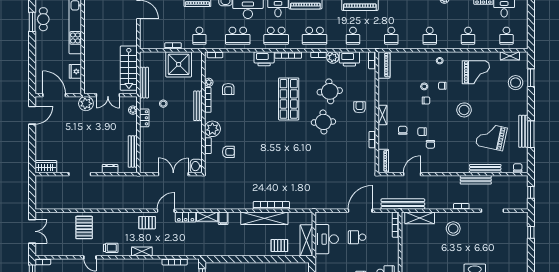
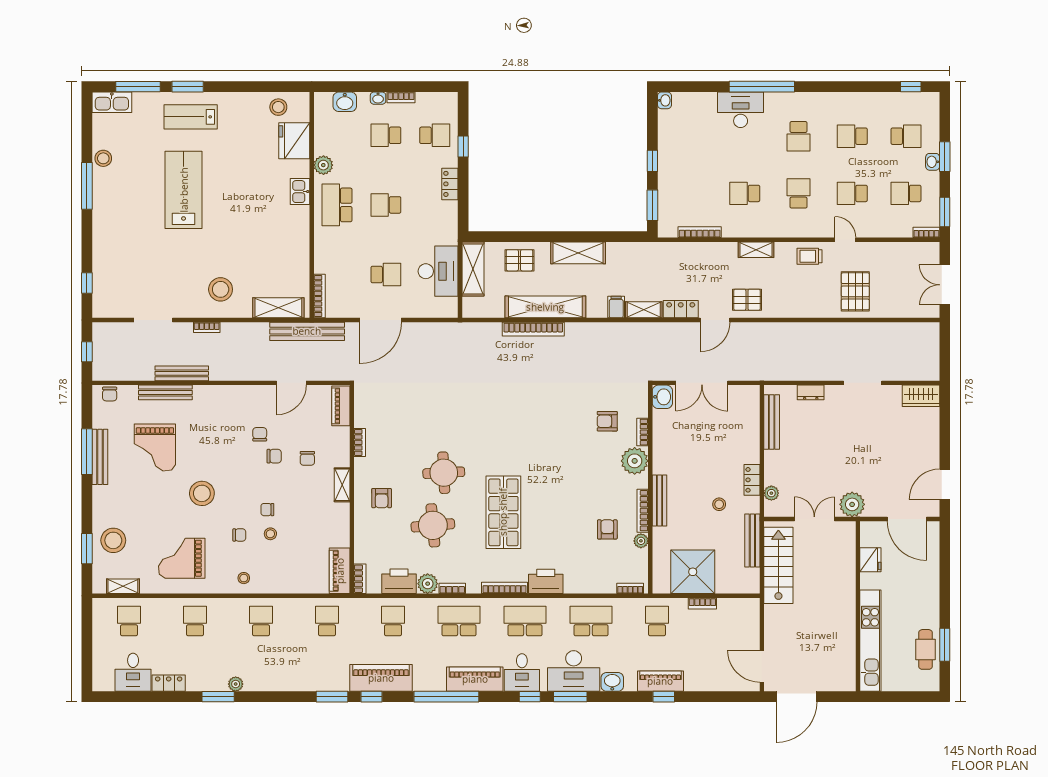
grand piano: (491, 137) -> (155, 448), turned 78
shelving: (245, 250) -> (578, 253), added

